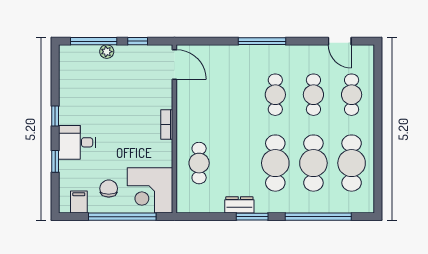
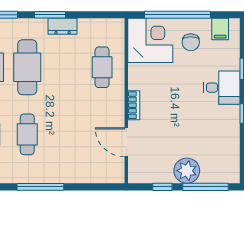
plant: (107, 52) -> (187, 171), width x1.88, depth x1.88
door: (174, 65) -> (126, 142), moved

